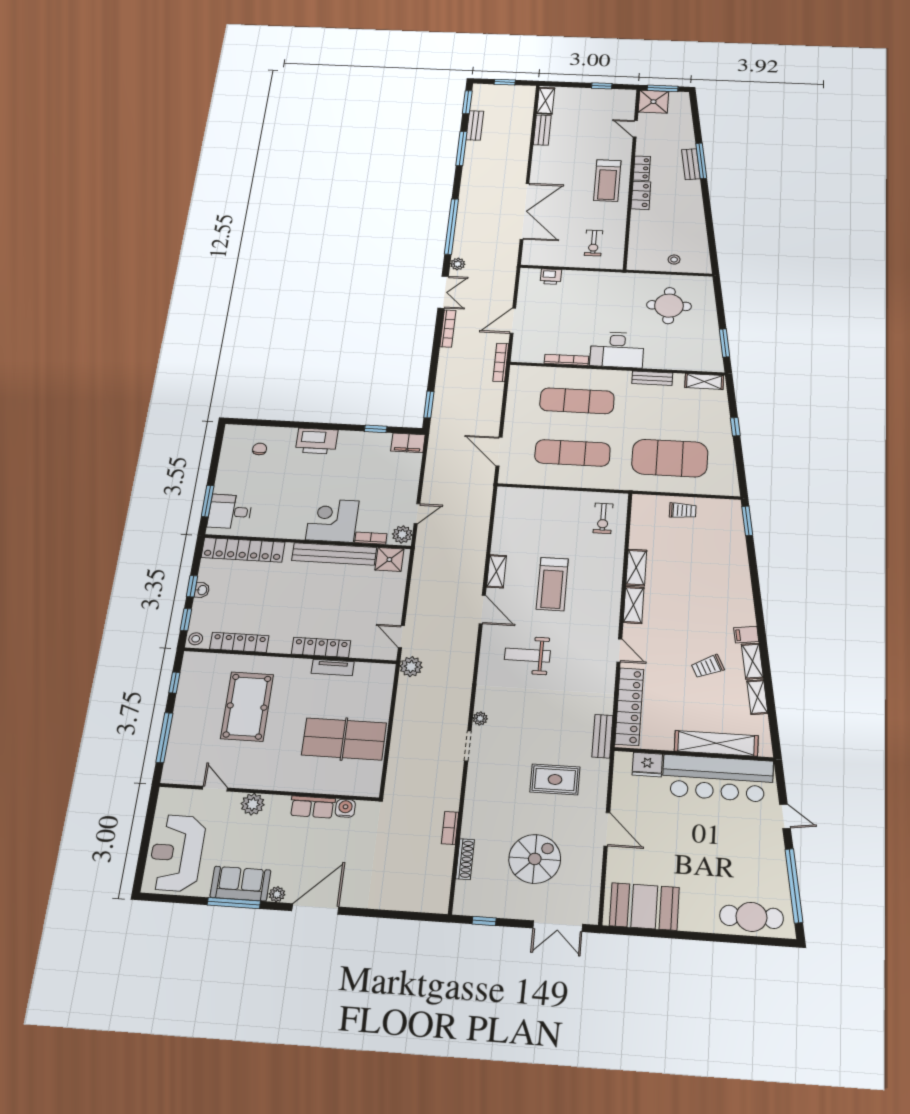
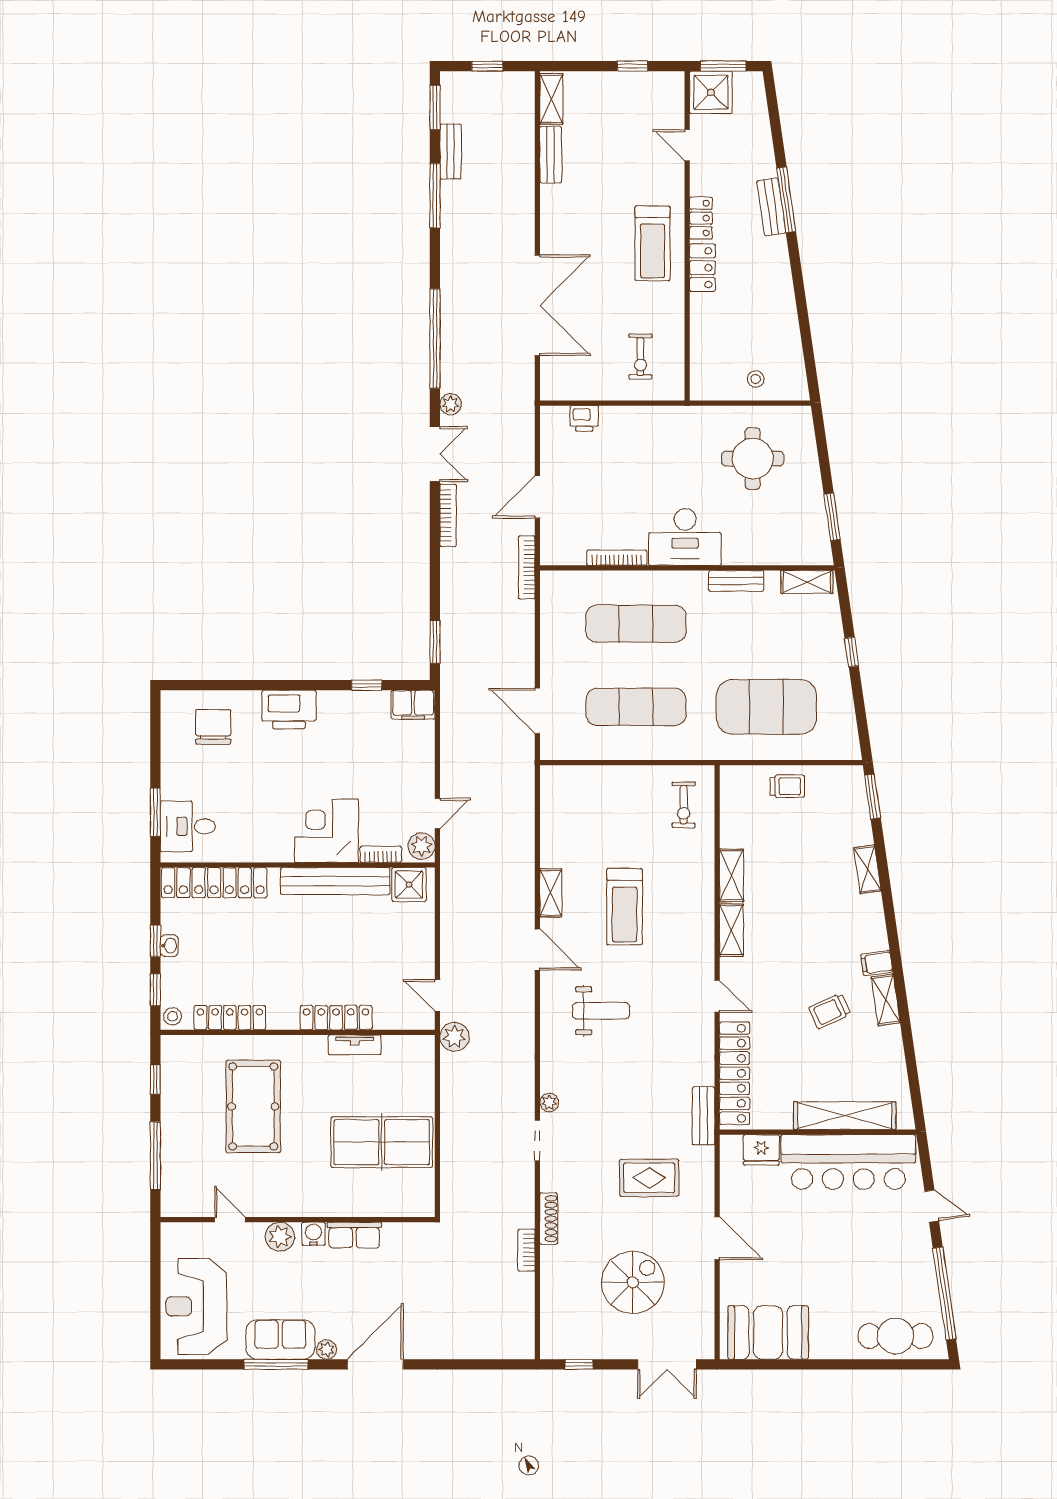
chair: (260, 449) -> (213, 727), width x1.87, depth x1.87
weight bench: (527, 655) -> (601, 1011), turned 180
shelving: (757, 697) -> (867, 869), moved
water cooler: (345, 808) -> (313, 1234), moved
shoe rack: (465, 859) -> (549, 1219), moved

